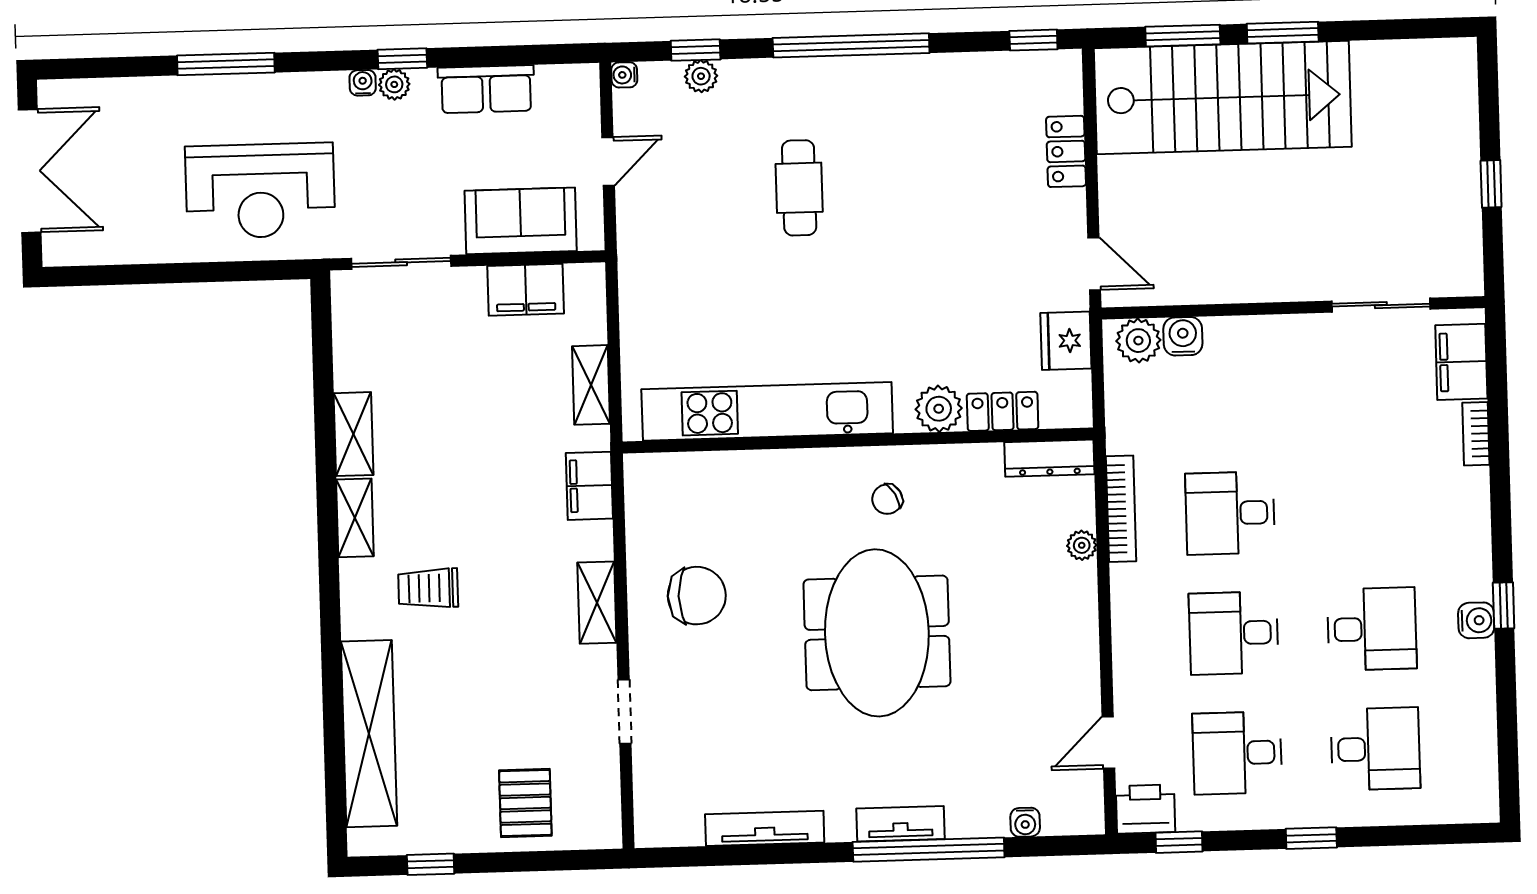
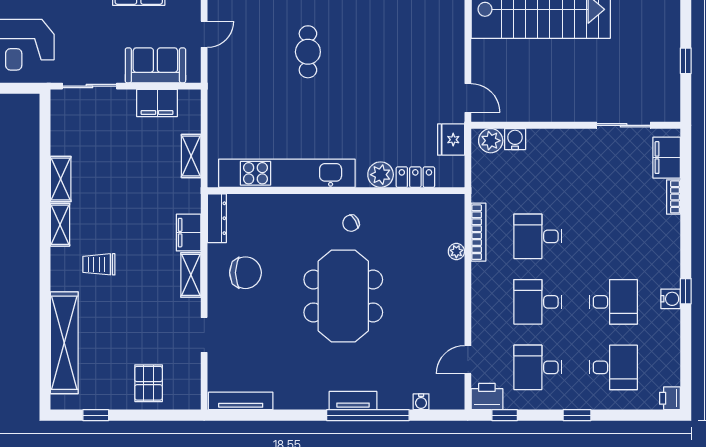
locker: (1066, 151) -> (454, 36), removed
dresser: (1049, 458) -> (217, 218), moved, turned -90
filing cabinet: (589, 486) -> (189, 233), moved
printer: (1480, 802) -> (670, 398), added
tv unit: (765, 828) -> (241, 401), moved

